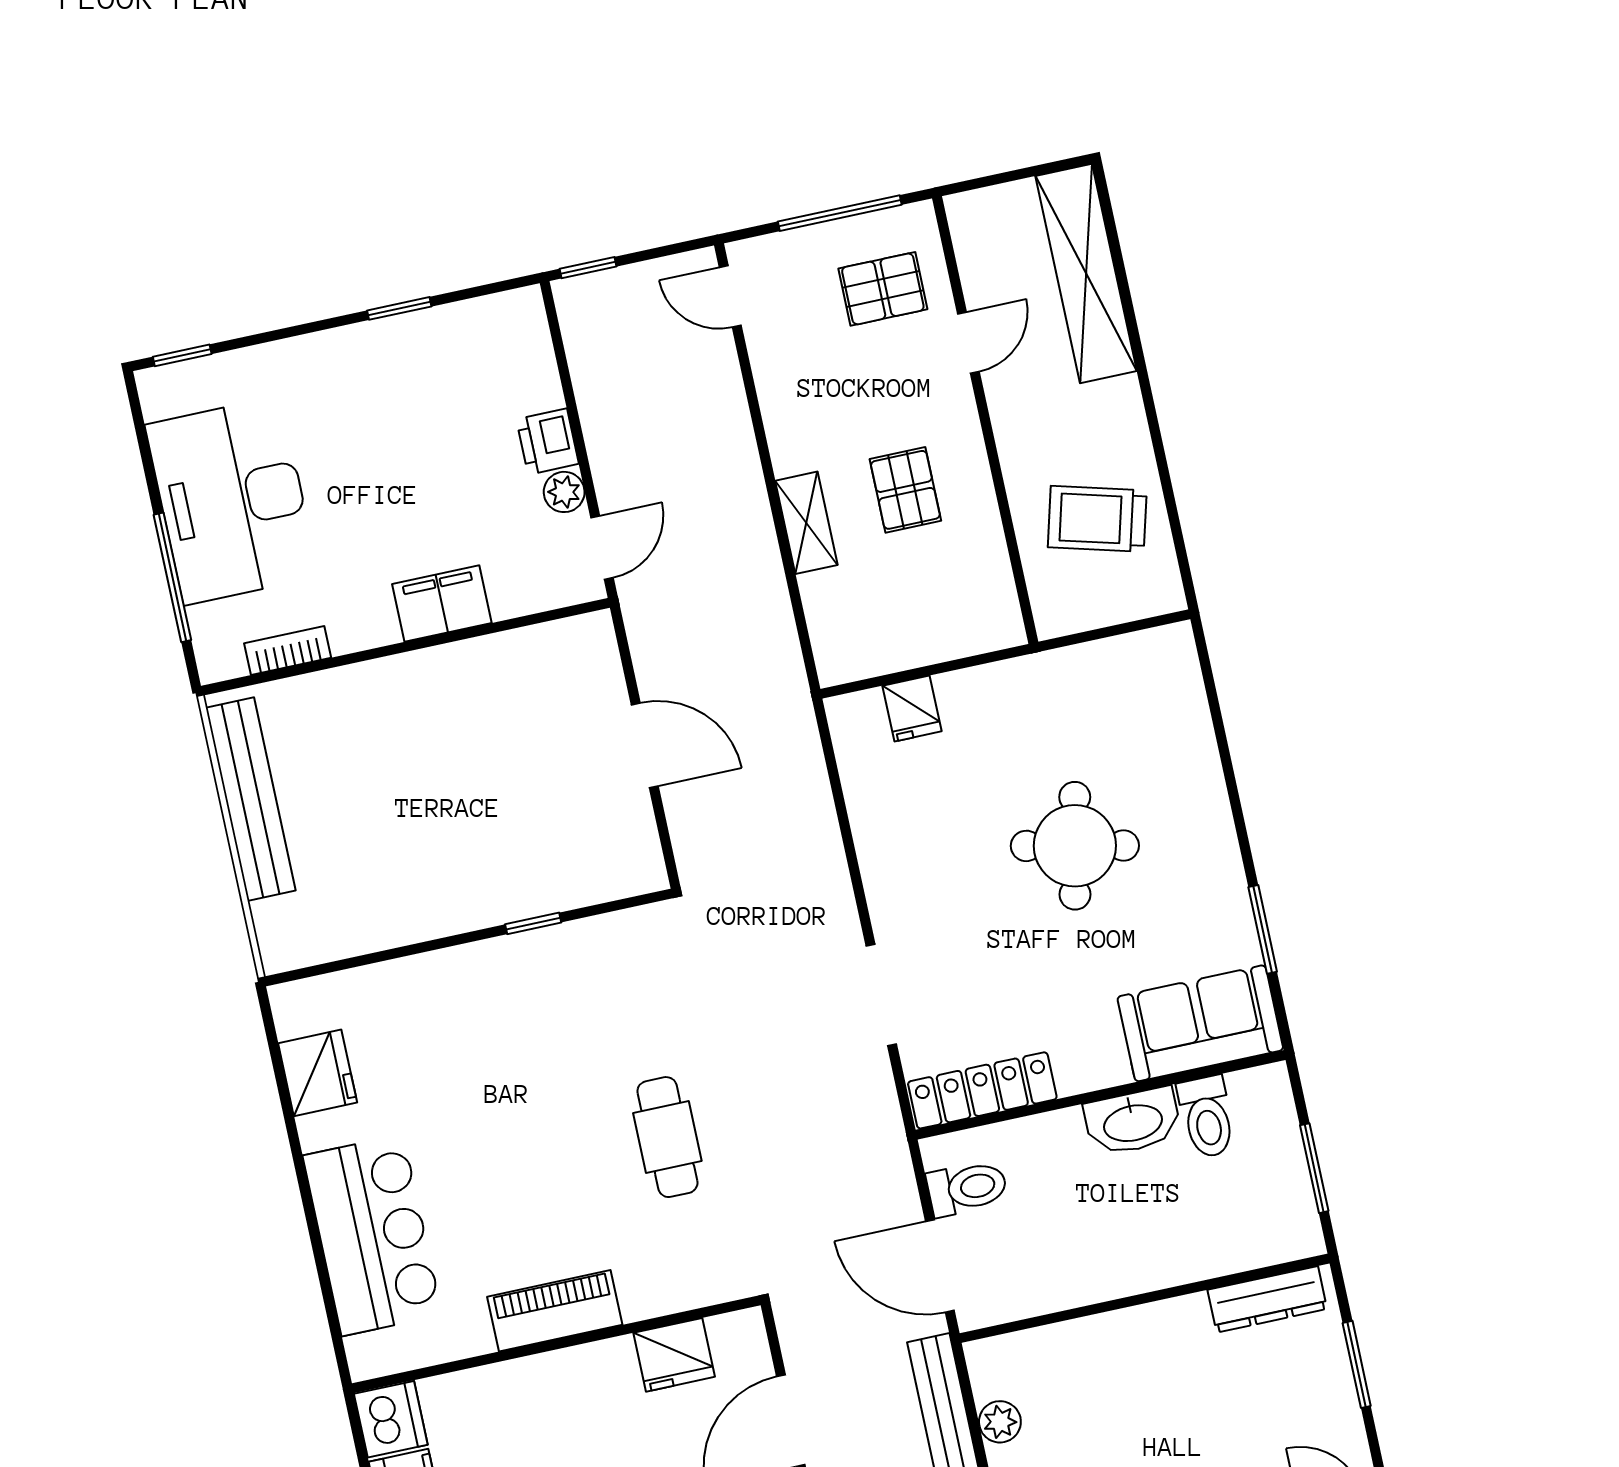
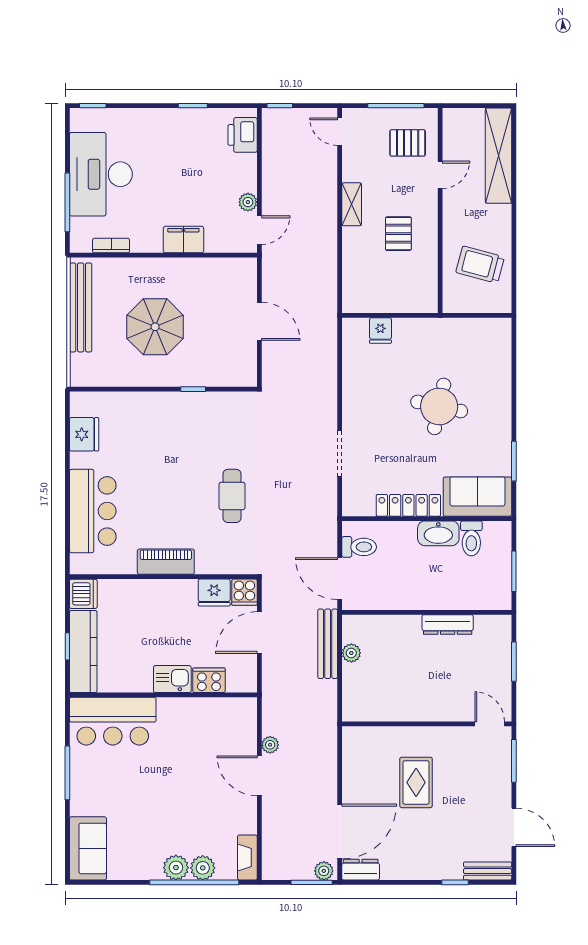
printer: (547, 442) -> (243, 135), moved, width x1.36, depth x1.24
shelving: (806, 523) -> (352, 204), moved
parasol: (421, 806) -> (155, 327), added
locker: (982, 1090) -> (408, 505), moved
dresser: (1267, 1299) -> (448, 624), moved
cooker: (740, 1340) -> (244, 592), added

